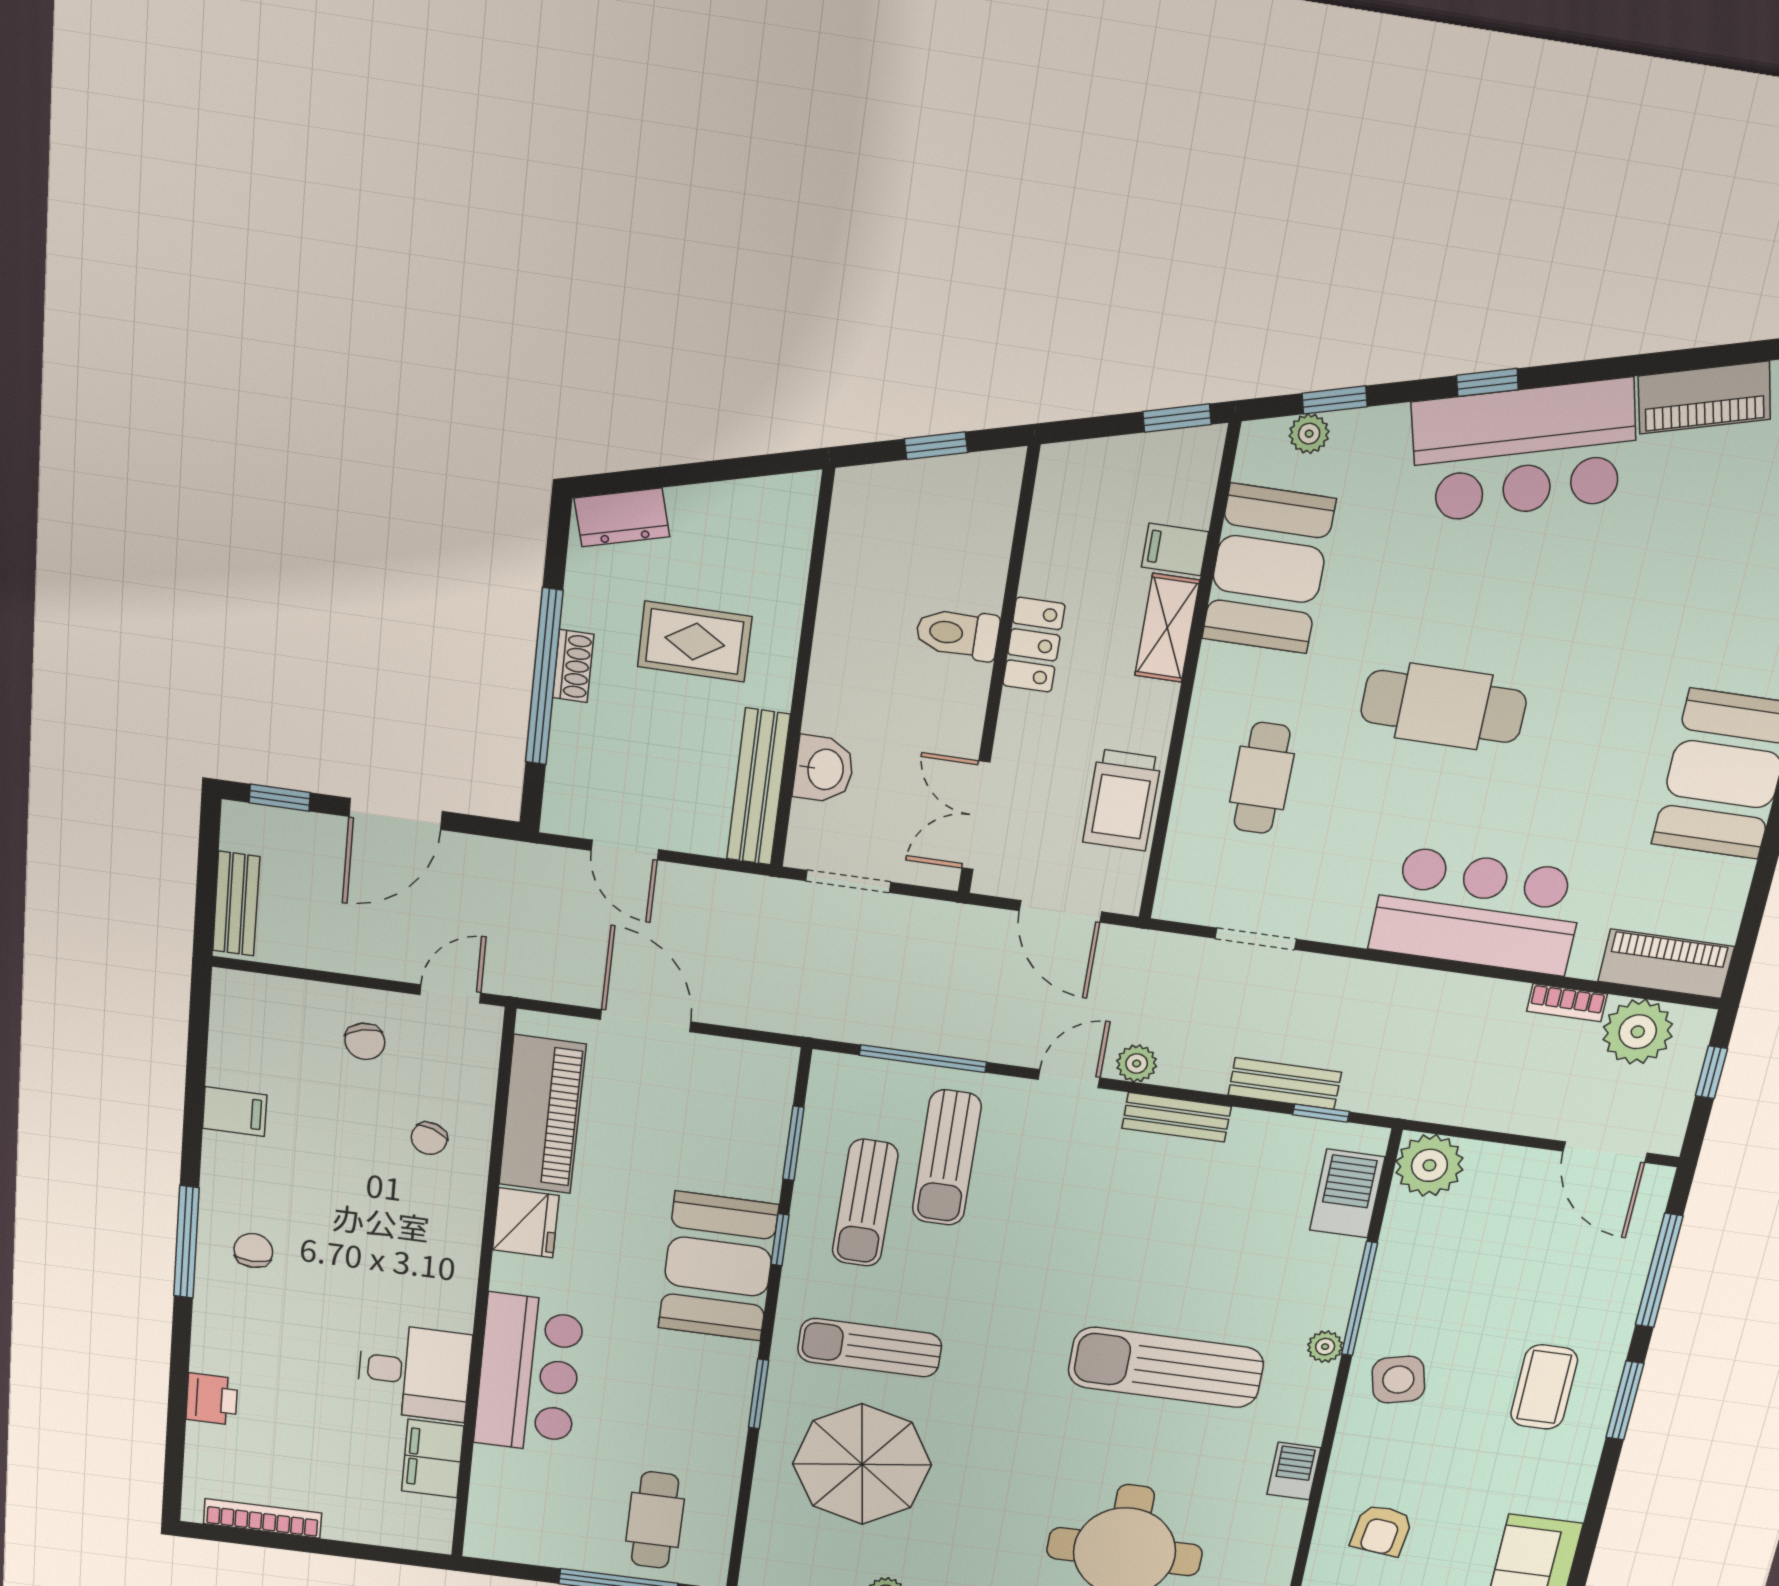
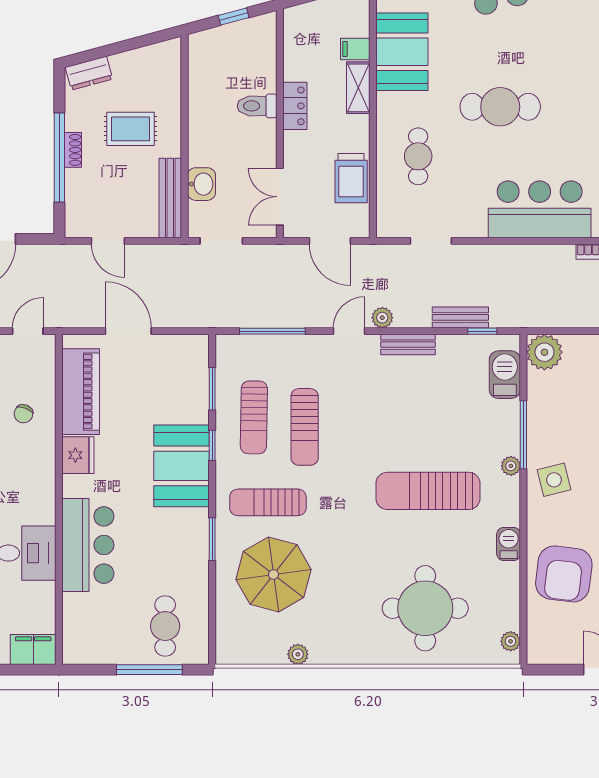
sun lounger: (947, 1158) -> (305, 427), moved
filing cabinet: (433, 1459) -> (33, 649), moved, turned 90
armchair: (1382, 1530) -> (564, 574), width x1.88, depth x1.88

